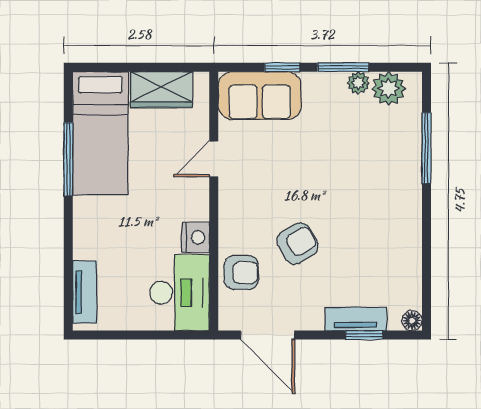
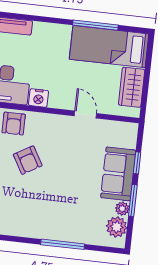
sofa: (260, 96) -> (118, 174), moved
window: (426, 148) -> (63, 244), moved

